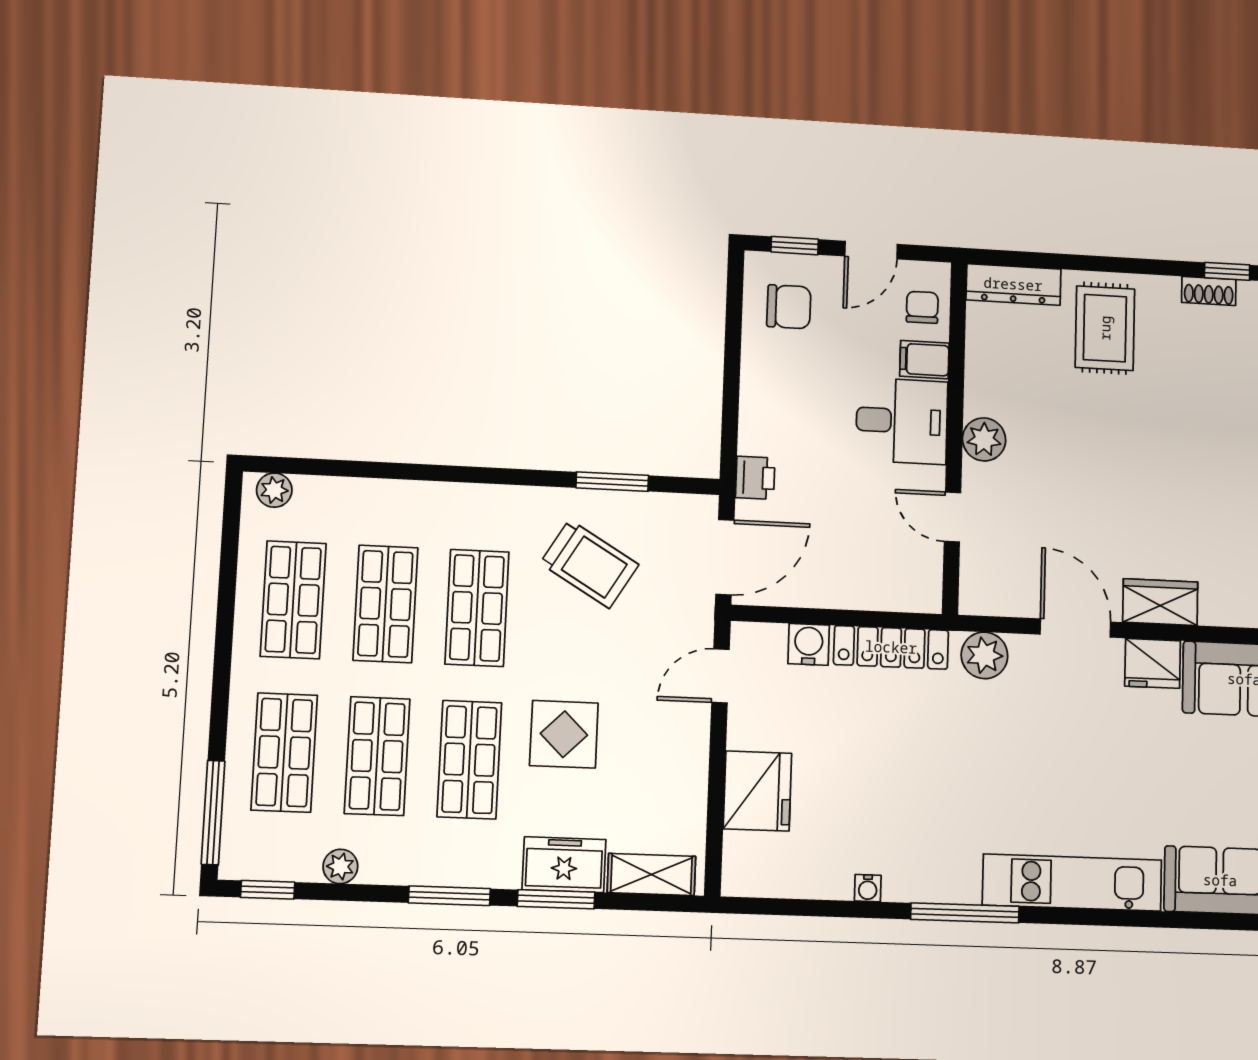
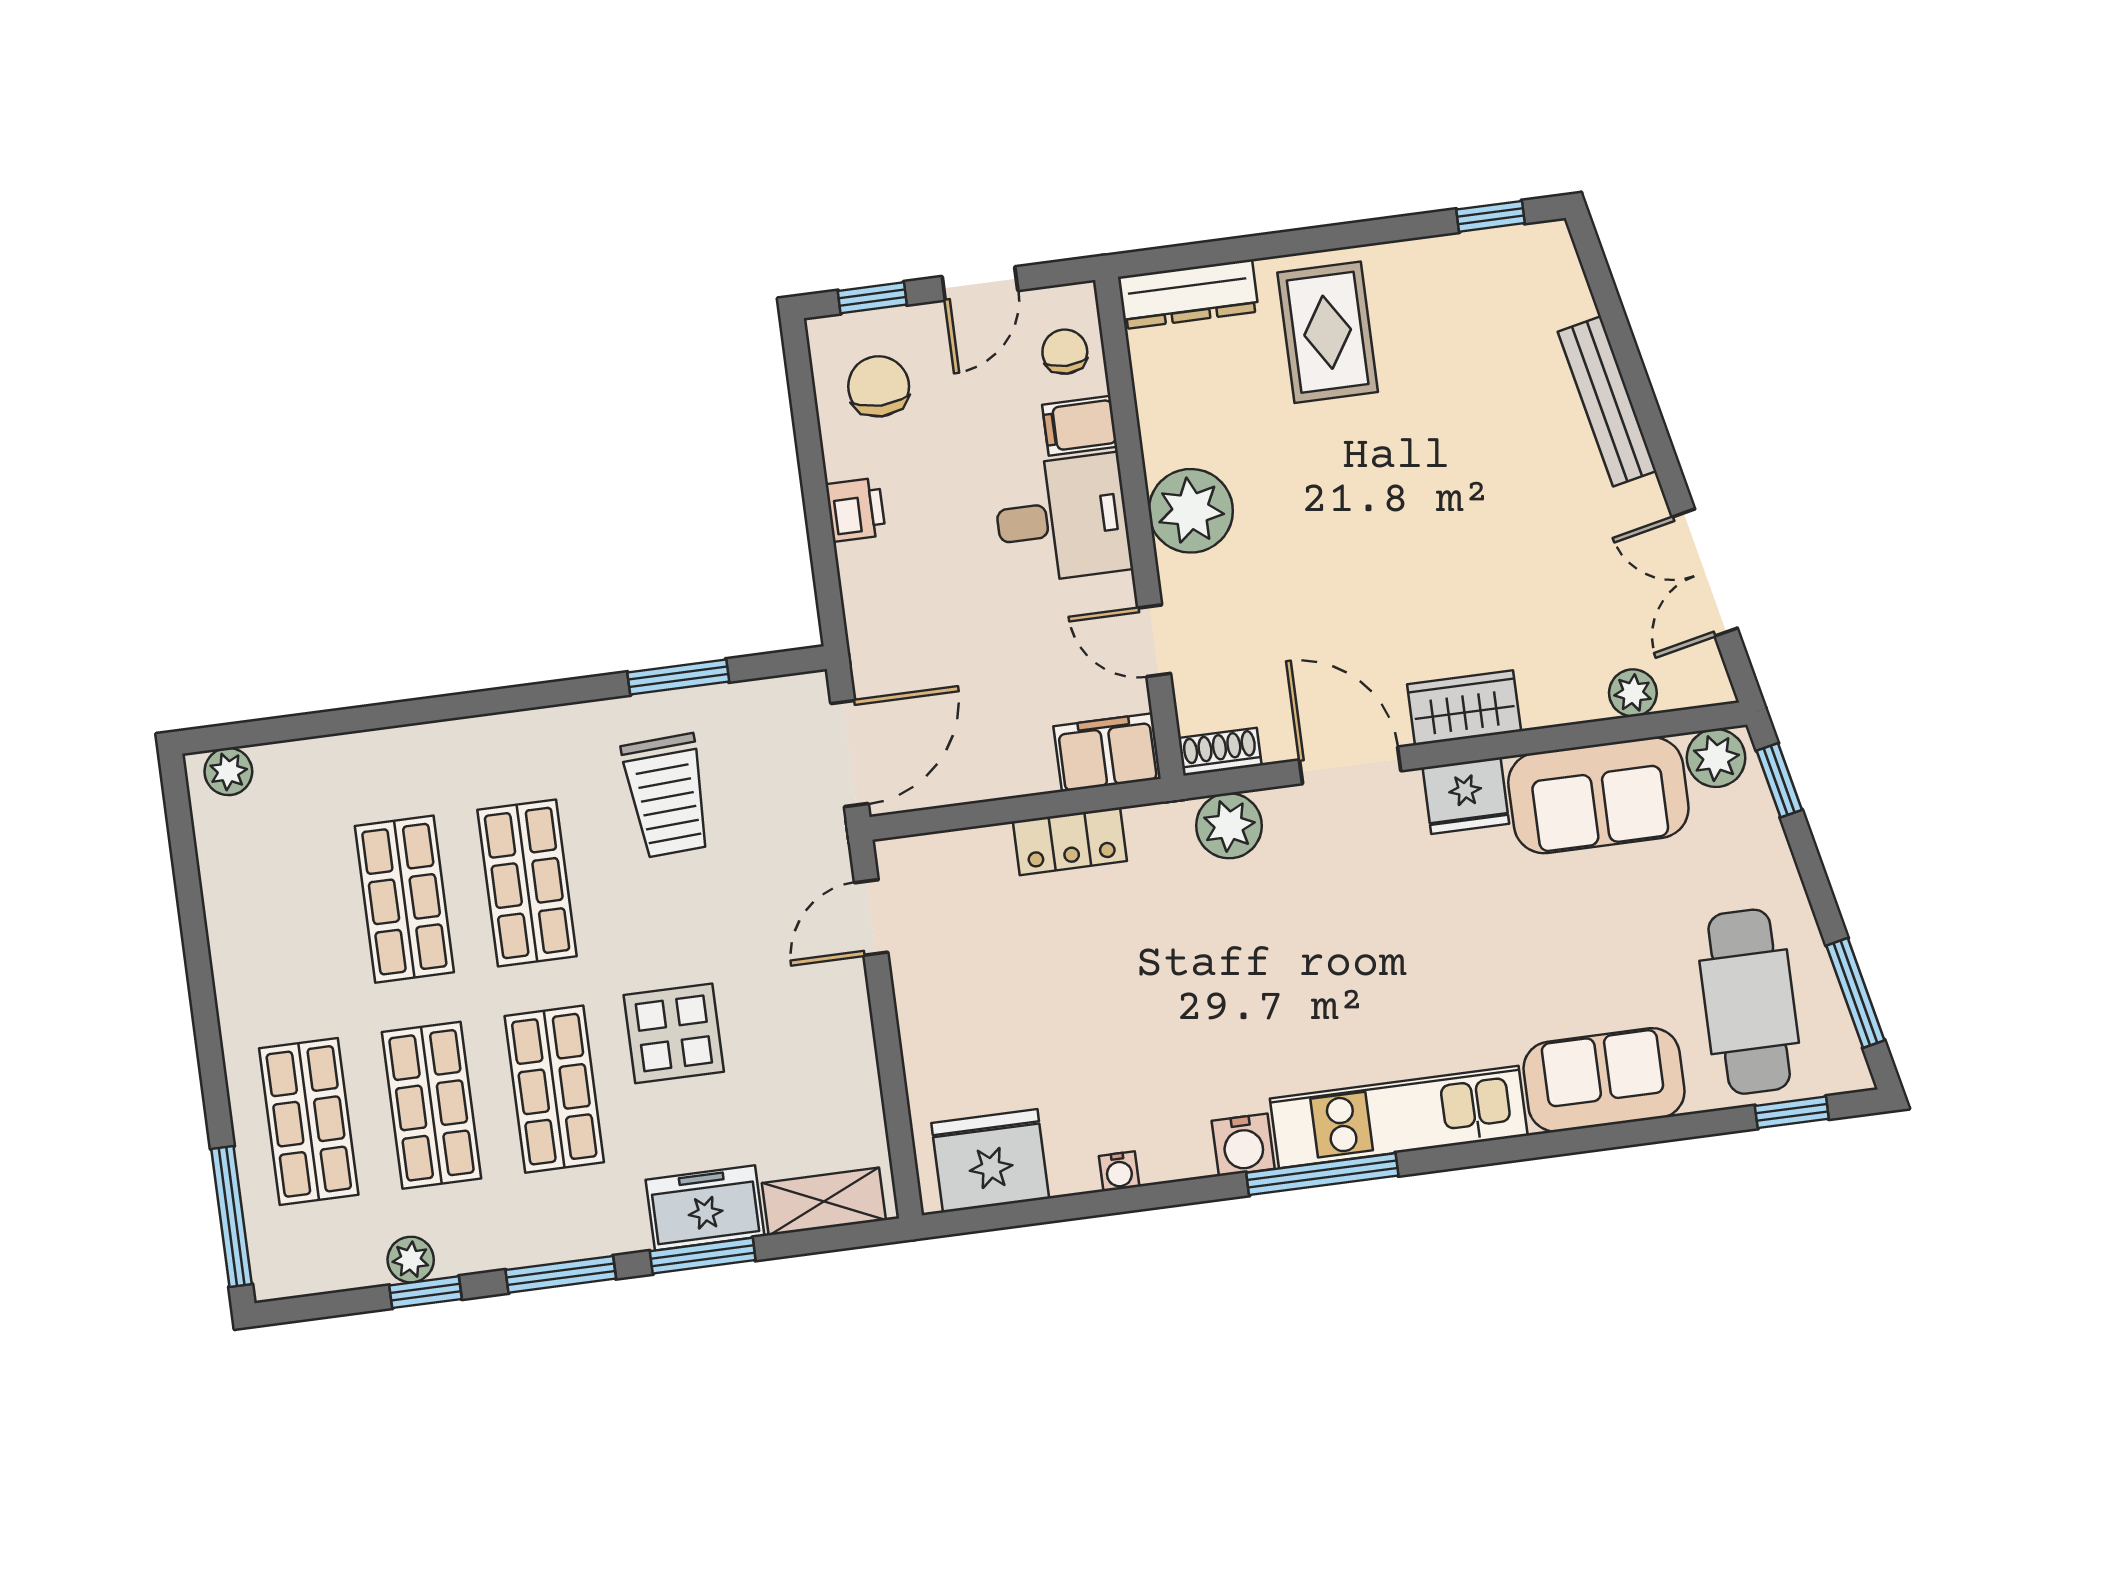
shoe rack: (1209, 291) -> (1220, 752), moved, turned 180
chair: (789, 307) -> (879, 386), turned -90
plant: (984, 439) -> (1191, 511), width x1.36, depth x1.36
printer: (755, 478) -> (856, 510), moved
trolley: (589, 564) -> (667, 796), turned 56
filing cabinet: (907, 589) -> (1107, 752), added
shop shelf: (293, 600) -> (282, 915), removed
water cooler: (809, 644) -> (1243, 1145), moved, turned 180
locker: (891, 647) -> (1070, 841), width x0.66
fridge: (757, 791) -> (990, 1161), moved, turned -90
window: (268, 890) -> (425, 1292), moved
window: (965, 913) -> (1322, 1174), moved

